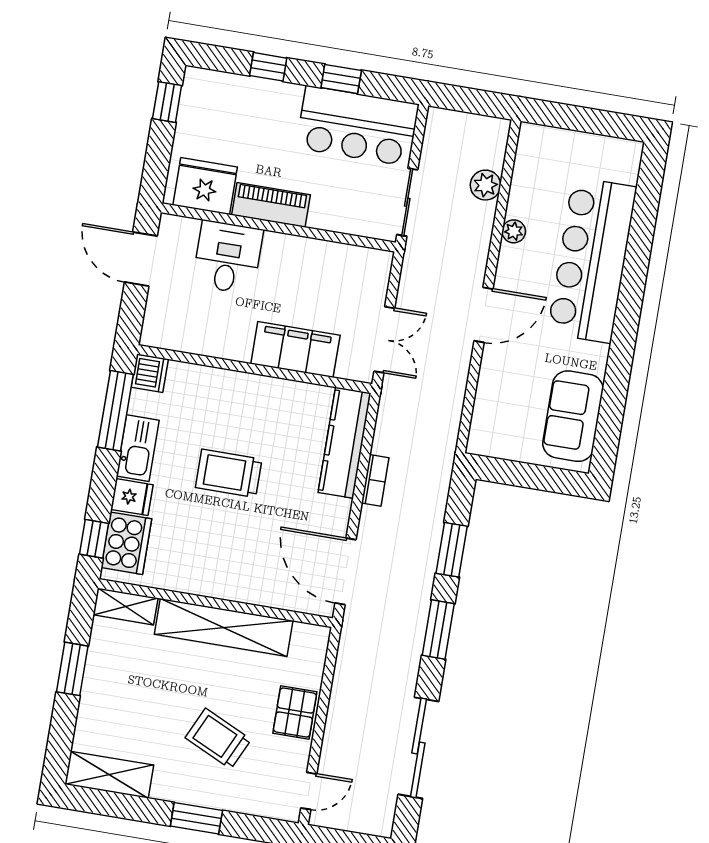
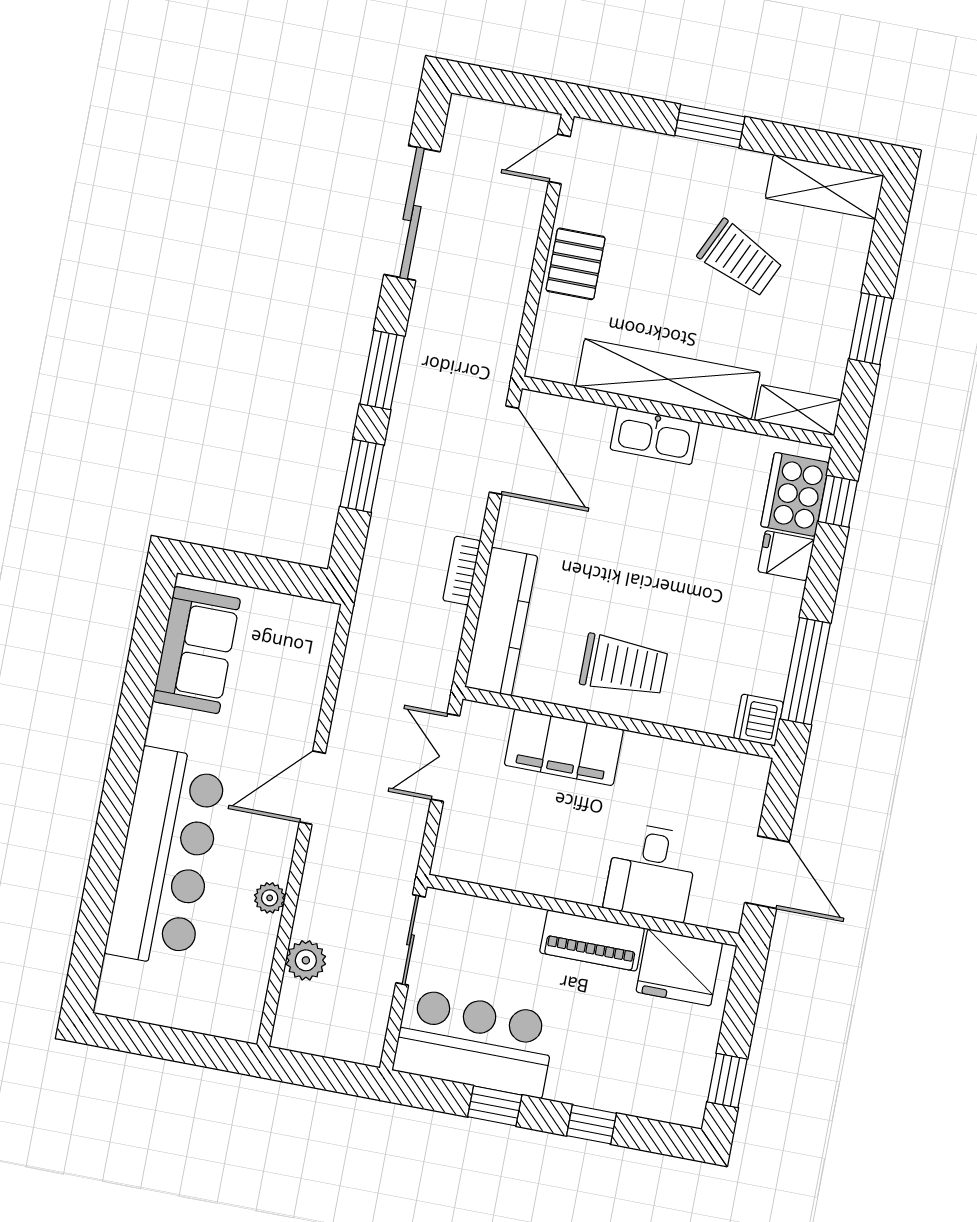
kitchen sink: (138, 448) -> (655, 436), moved, turned -90
trolley: (229, 473) -> (624, 666), moved
trolley: (218, 739) -> (740, 258), moved

